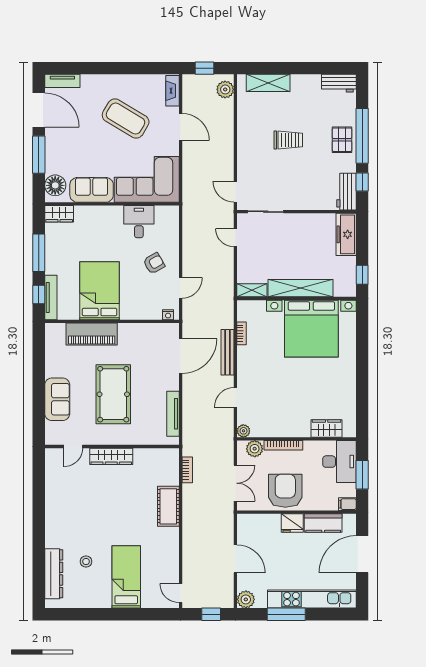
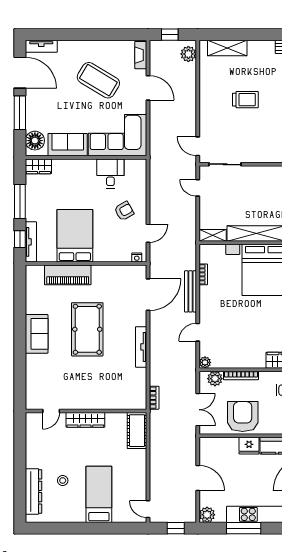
door: (73, 447) -> (51, 411), moved
wall: (112, 447) -> (86, 411), moved
wardrobe: (111, 456) -> (85, 420), moved

